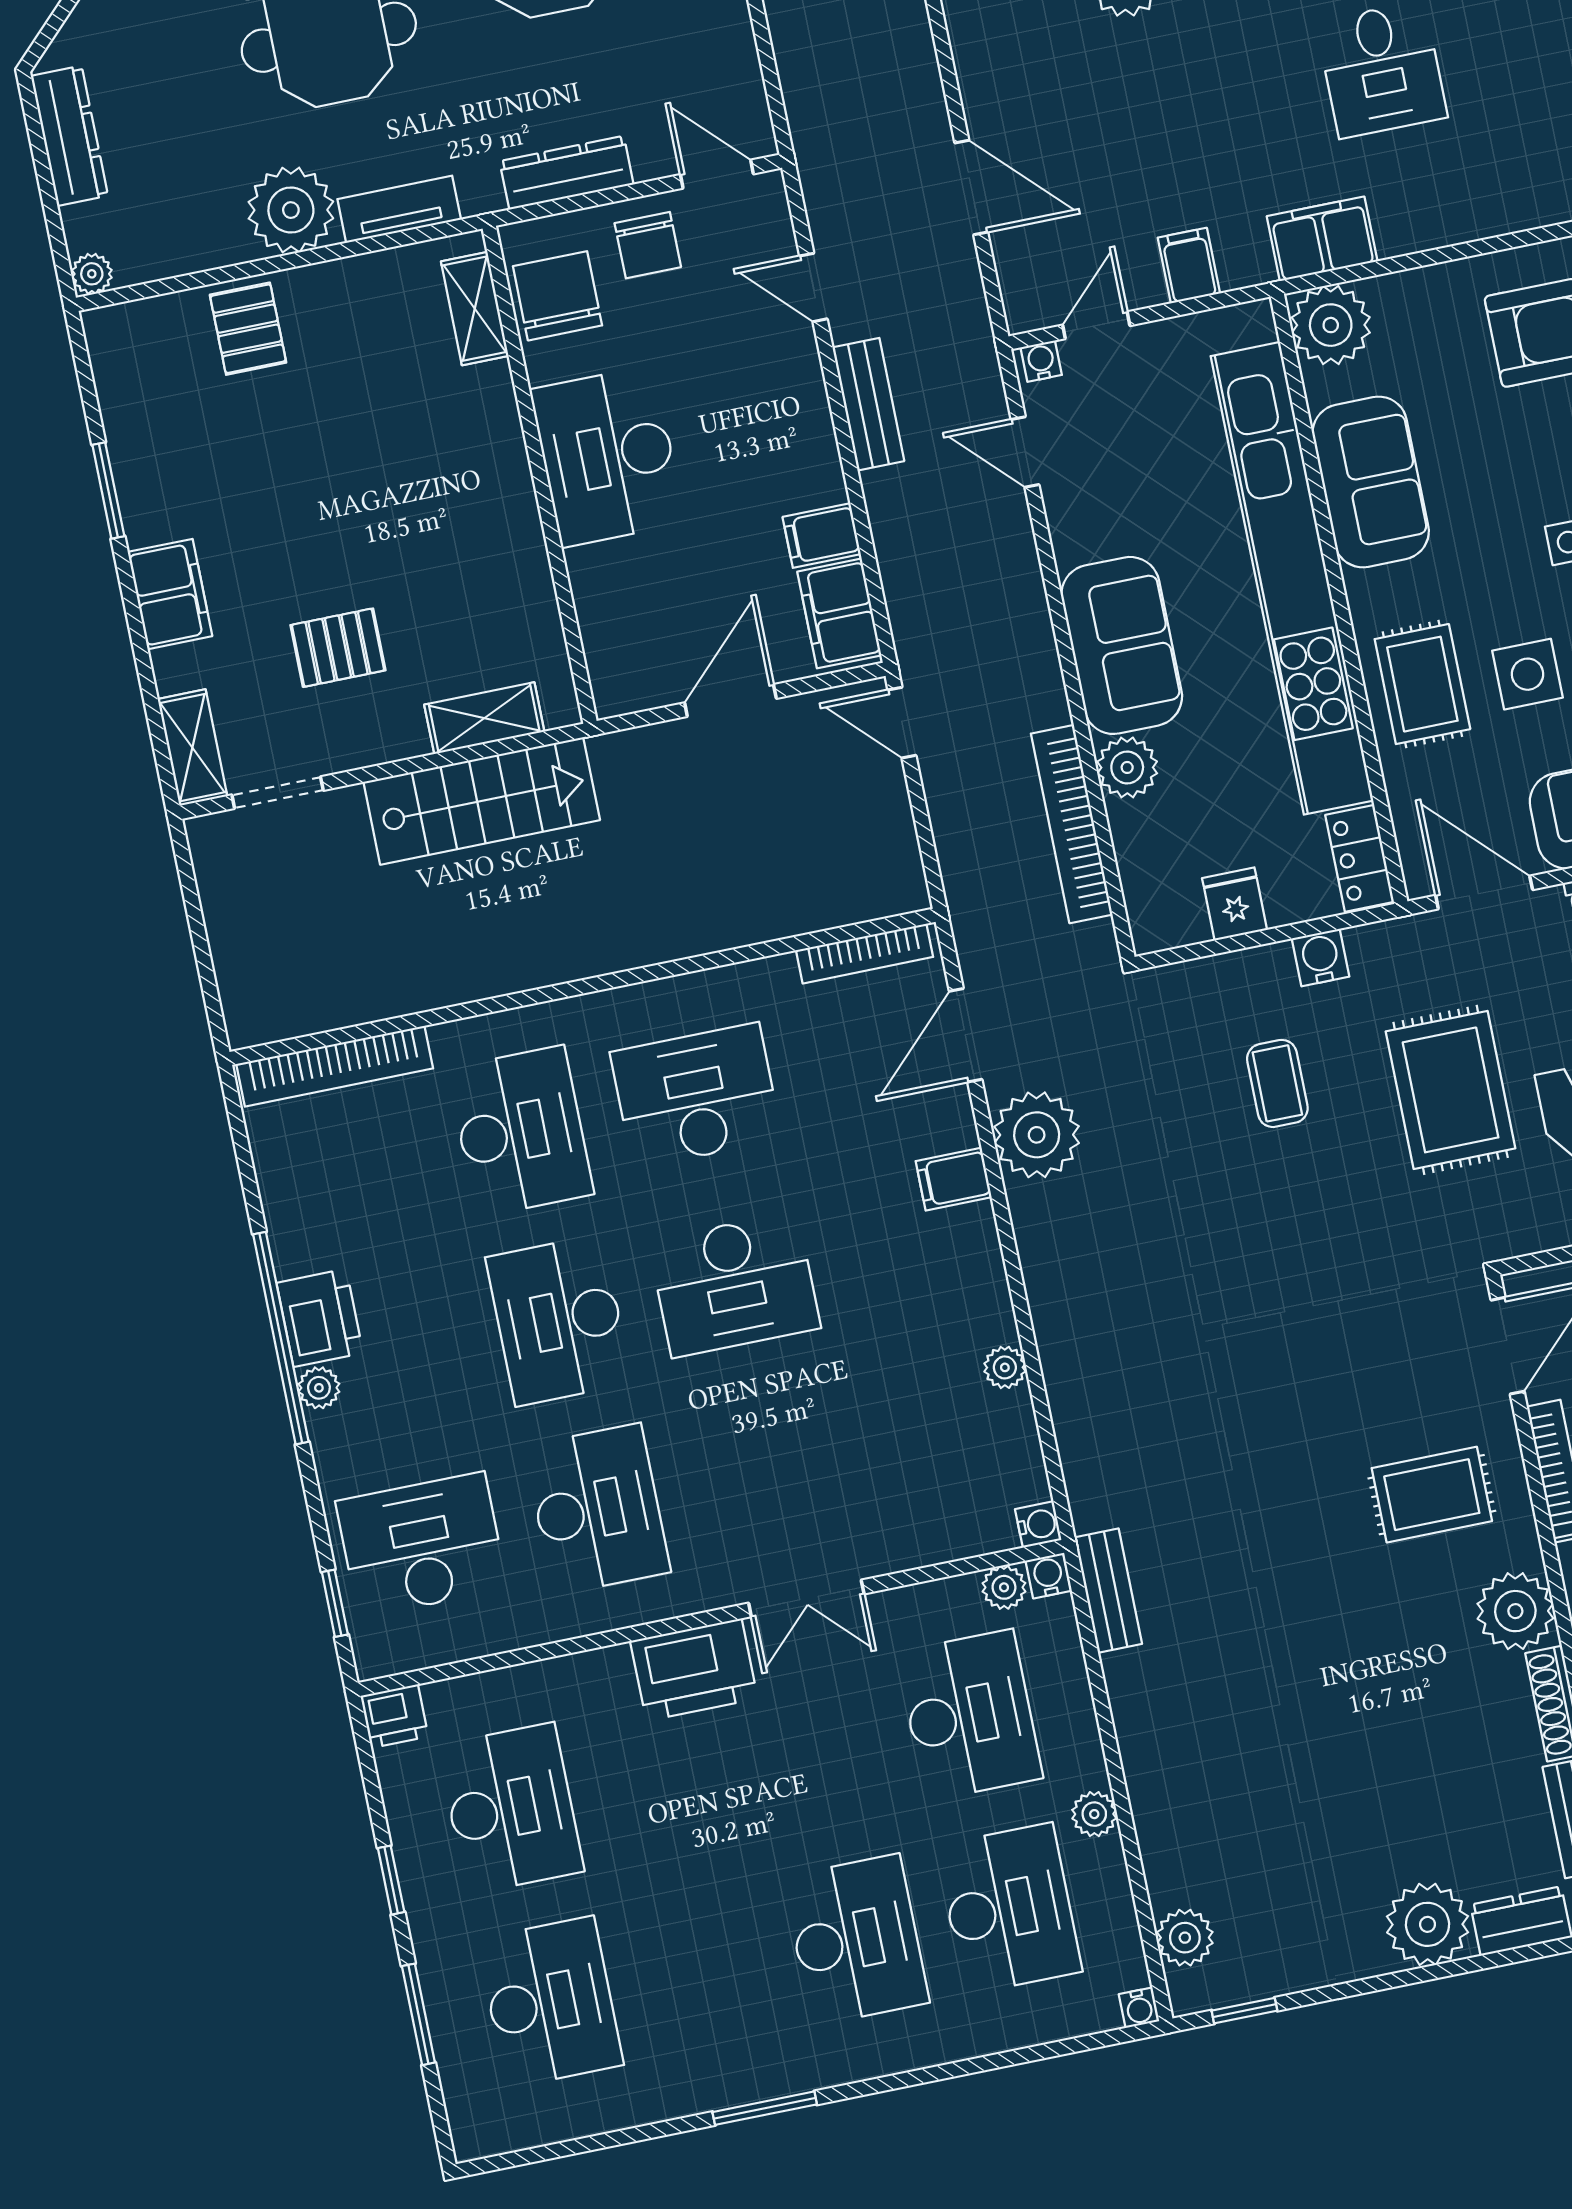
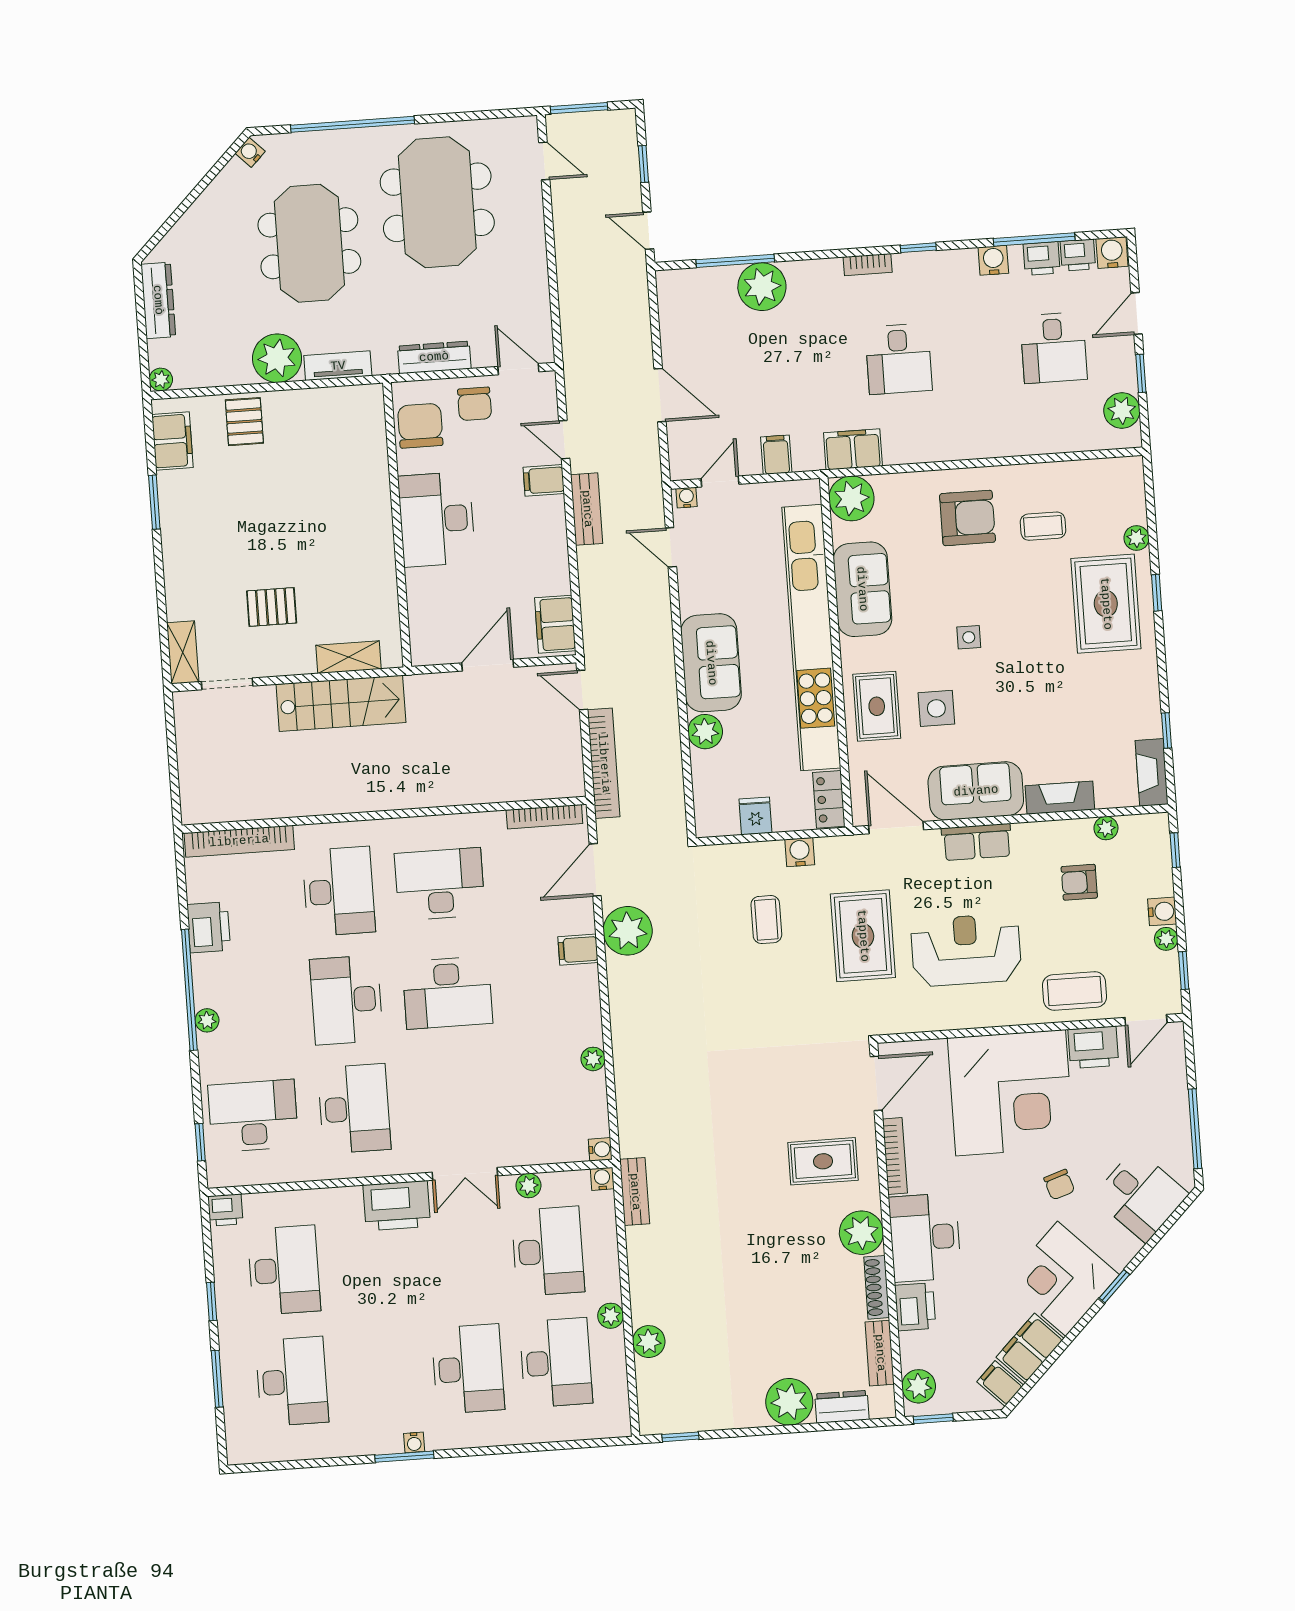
shelving: (475, 309) -> (373, 427), removed
filing cabinet: (822, 535) -> (544, 480), moved
filing cabinet: (170, 594) -> (172, 441), moved
bookcase: (1072, 824) -> (604, 763), moved, turned 180
printer: (320, 1318) -> (209, 927), moved
plant: (1004, 1587) -> (528, 1186), moved
plant: (1185, 1938) -> (649, 1342), moved
water cooler: (1139, 2008) -> (414, 1442), moved

